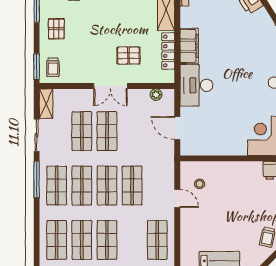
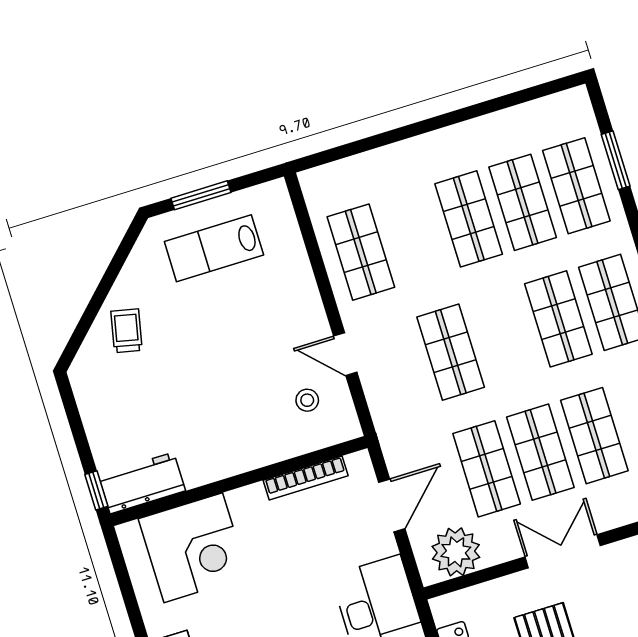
plant: (156, 95) -> (456, 552), width x1.88, depth x1.88
door: (177, 128) -> (392, 505), hinge flipped
bookcase: (210, 151) -> (306, 478), added
shop shelf: (107, 186) -> (487, 469), moved
window: (37, 246) -> (616, 160), added

